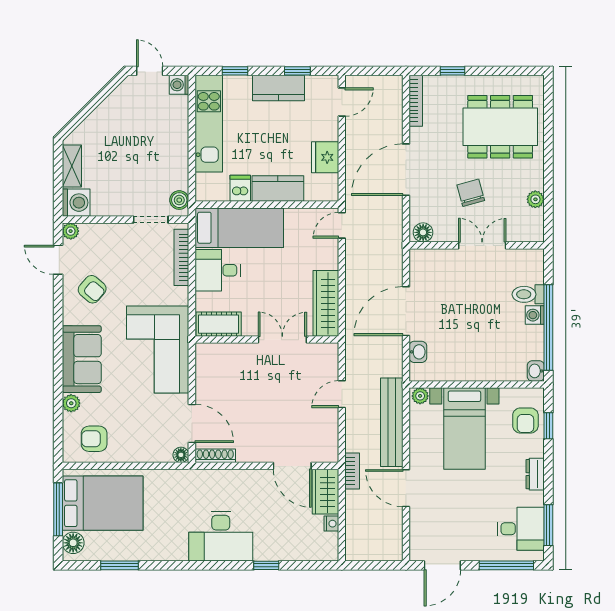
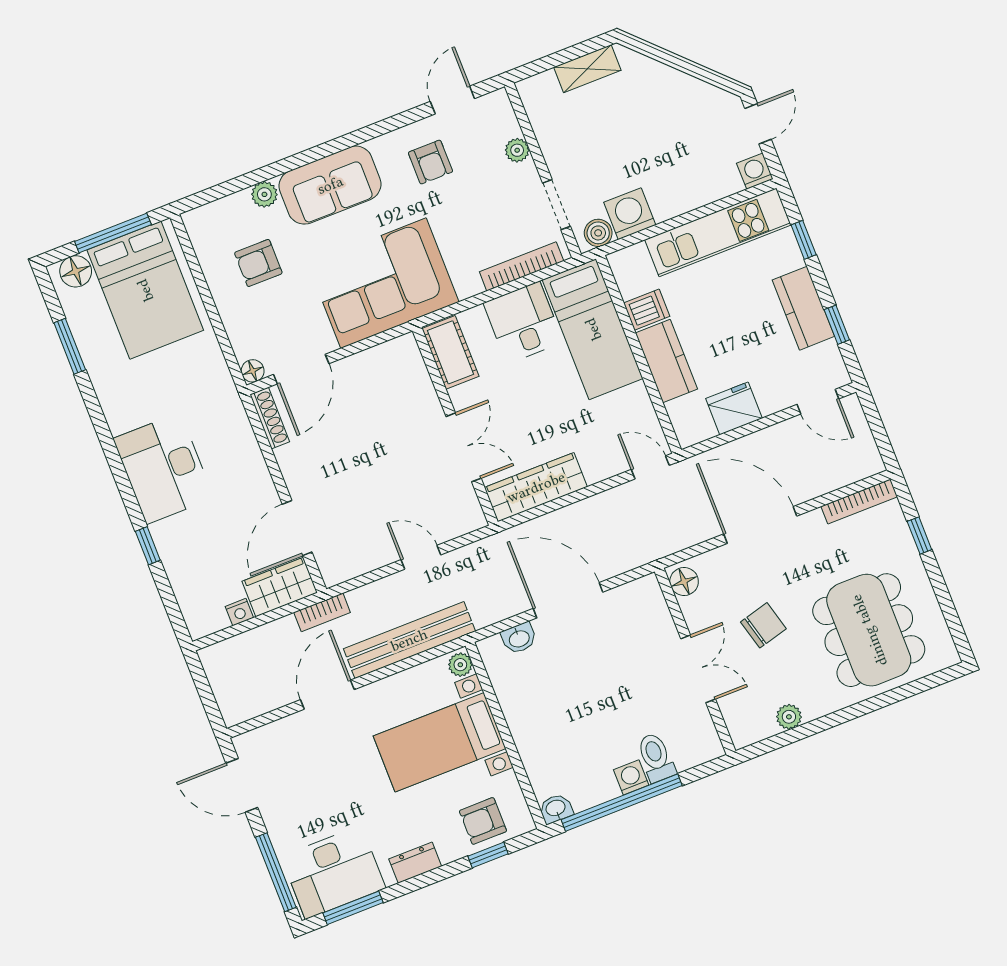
washing machine: (76, 203) -> (630, 214), moved, turned 180
plant: (71, 231) -> (517, 150), moved
armchair: (92, 289) -> (430, 162), turned -41
armchair: (94, 439) -> (258, 263), moved, turned -90
desk: (521, 529) -> (333, 872), width x1.37

